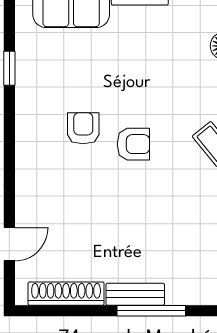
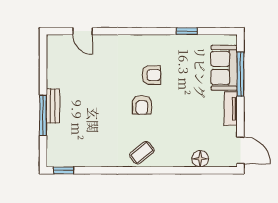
shoe rack: (66, 294) -> (53, 65), removed

